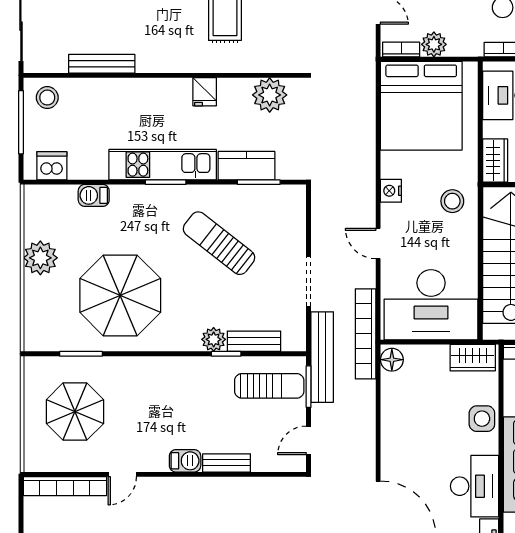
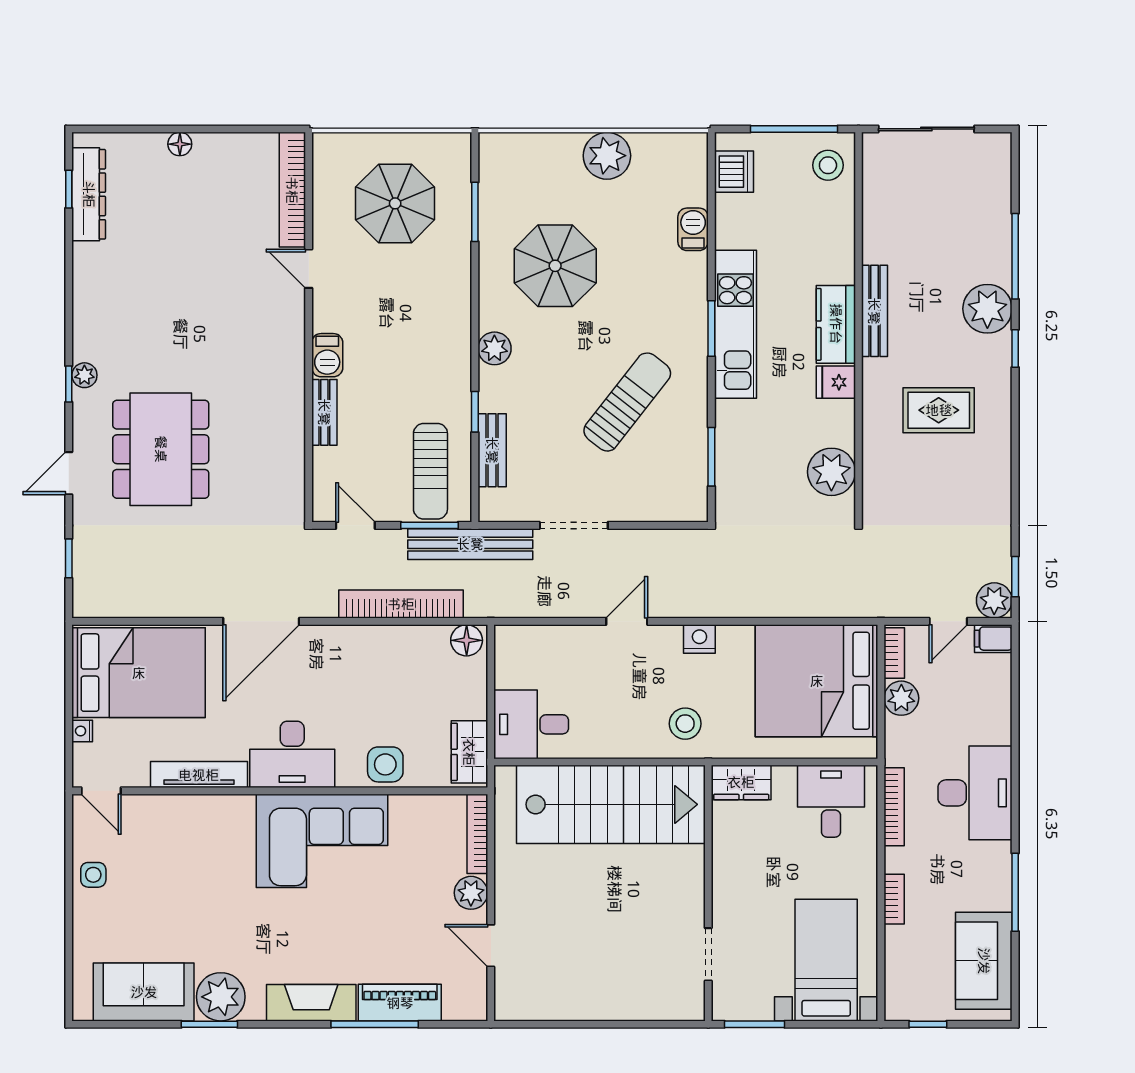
bench: (102, 64) -> (874, 311), moved
kitchen counter: (246, 166) -> (836, 324), moved, turned 180
parasol: (120, 295) -> (555, 266), width x0.73, depth x0.73
desk: (431, 305) -> (531, 724), width x0.53, depth x0.77
bookcase: (366, 334) -> (401, 604), moved
plant: (214, 339) -> (494, 348), moved

